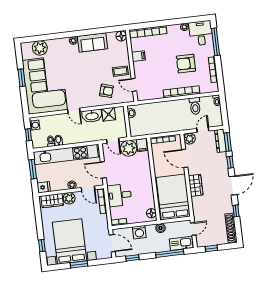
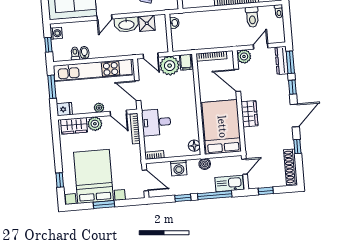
door: (74, 111) -> (104, 17), hinge flipped
window: (132, 258) -> (183, 198), moved

